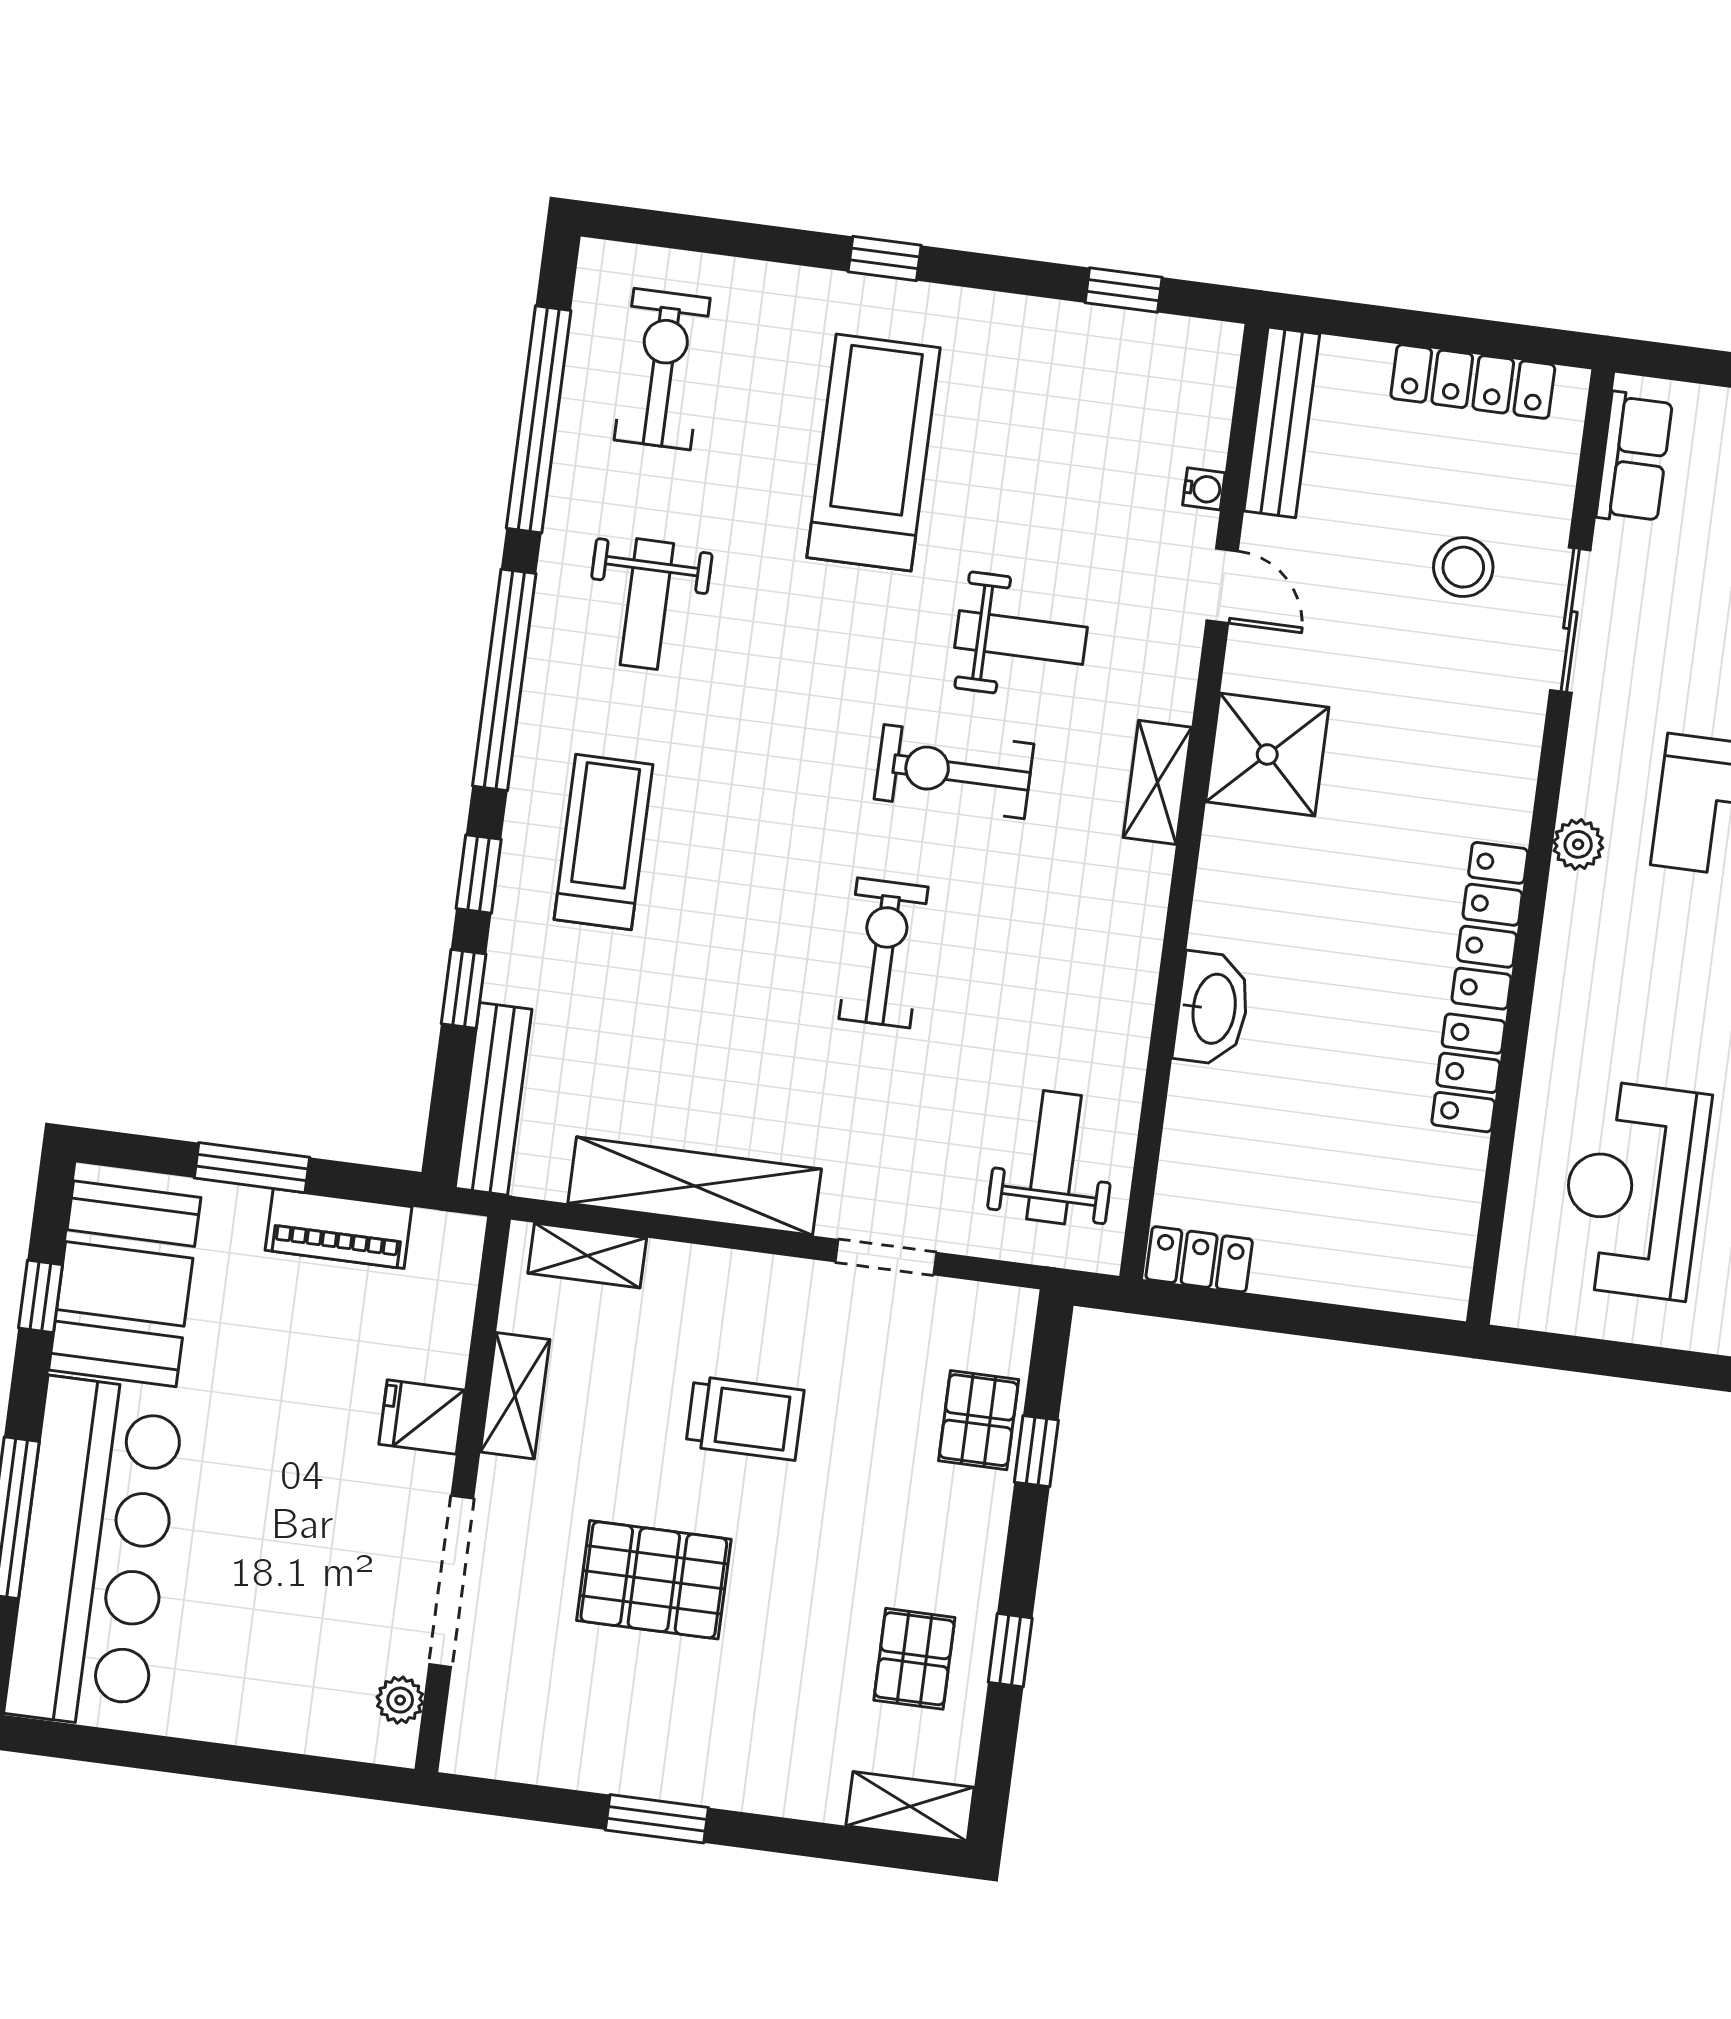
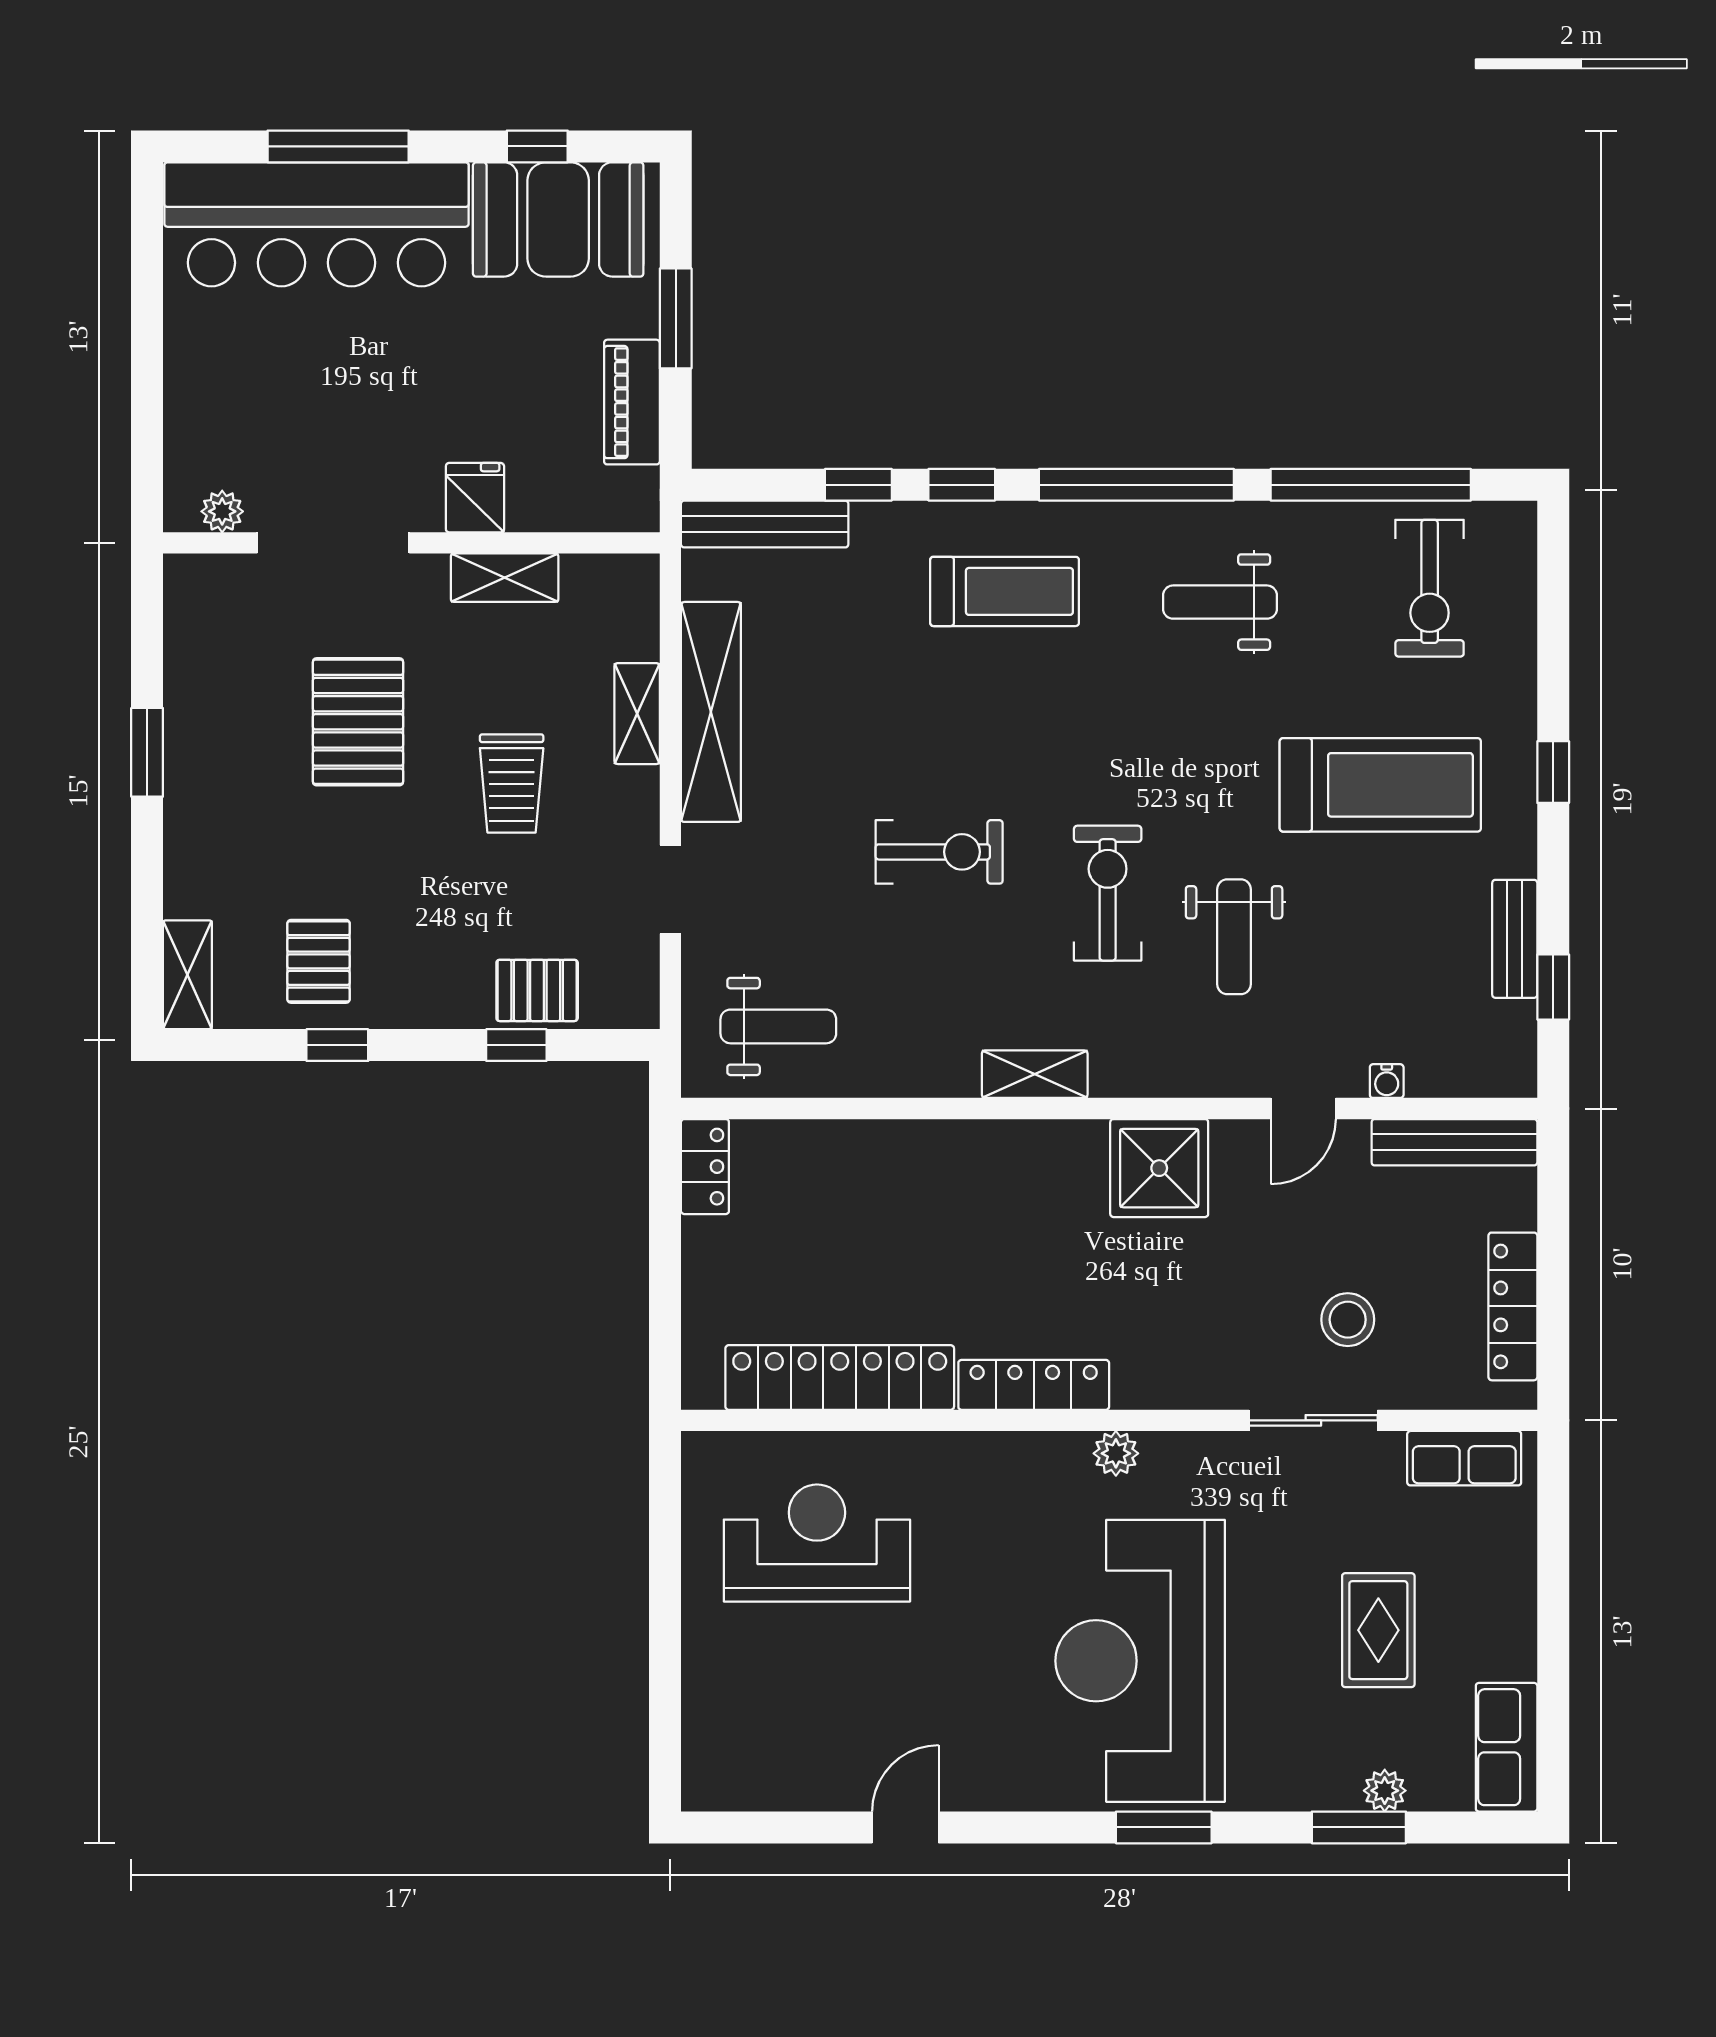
bench: (1064, 326) -> (1515, 939), added
exercise bike: (662, 369) -> (1430, 588), turned 90
shelving: (1157, 782) -> (1035, 1074), moved
washbasin: (1212, 1008) -> (928, 1149), removed
locker: (1468, 1073) -> (840, 1377), width x2.16, depth x1.21
shelving: (587, 1255) -> (637, 714), moved
pallet: (914, 1659) -> (319, 961), turned 90

